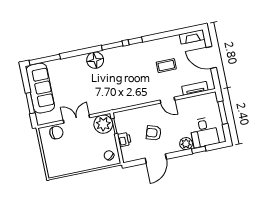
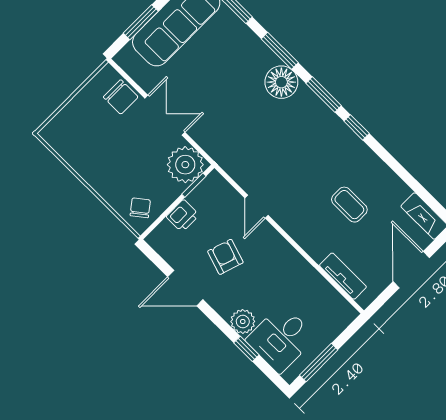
window: (81, 52) -> (280, 51), added
door: (167, 100) -> (257, 207), moved
window: (223, 113) -> (319, 362), moved

